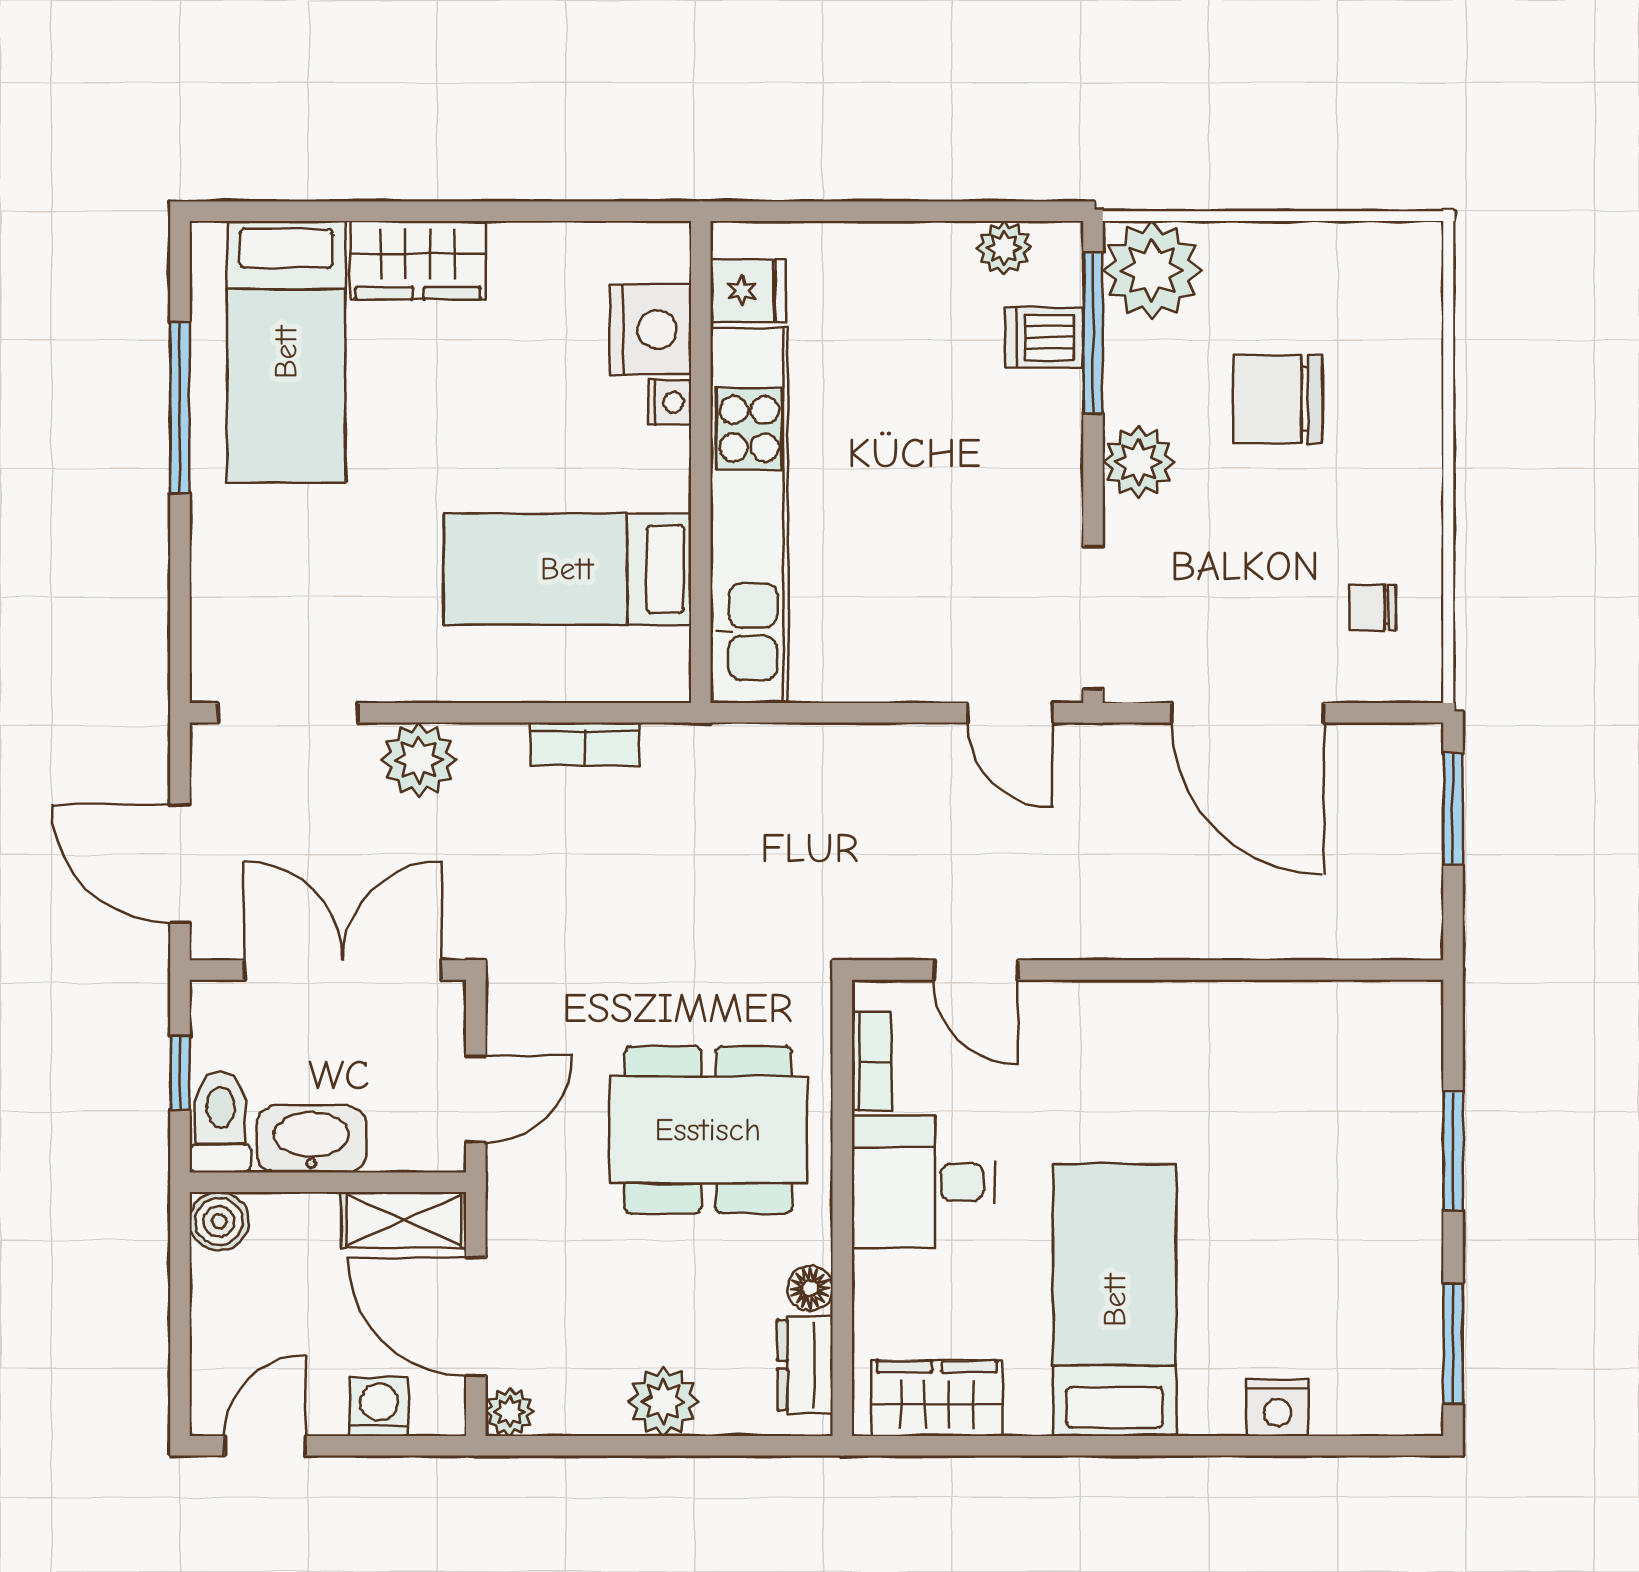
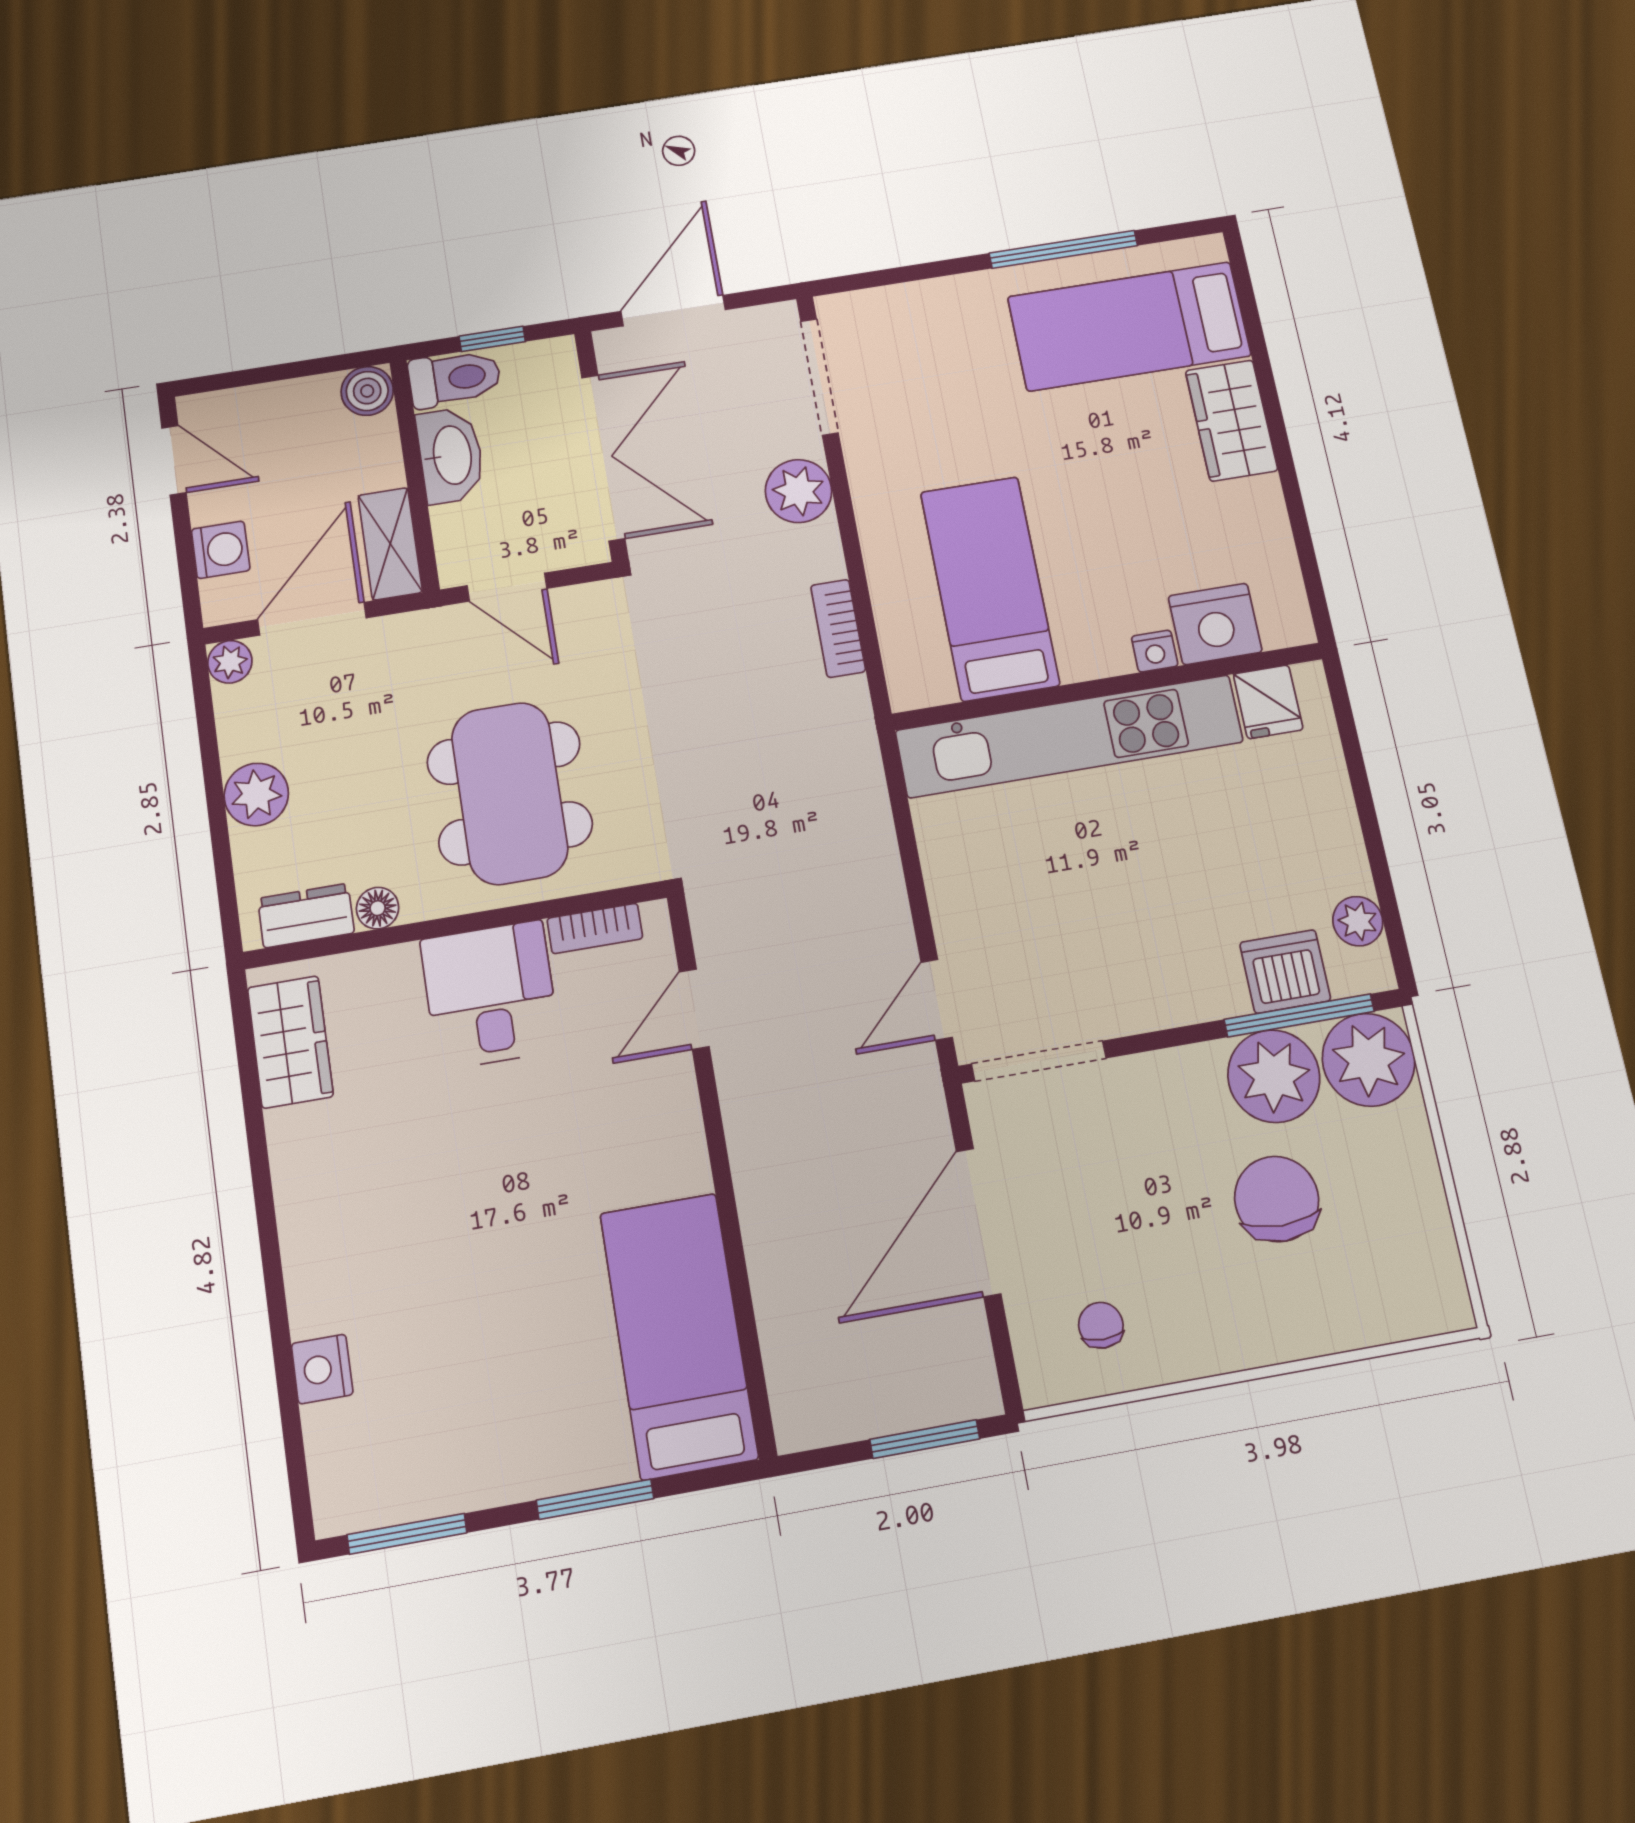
dishwasher: (1044, 337) -> (1285, 971), width x1.38
plant: (1139, 462) -> (1274, 1076), moved, width x1.36, depth x1.36
bed: (1115, 1300) -> (679, 1335), moved, turned -90

